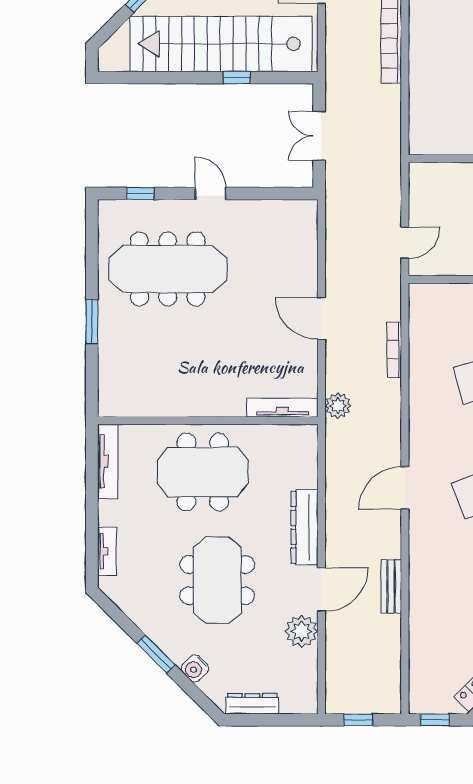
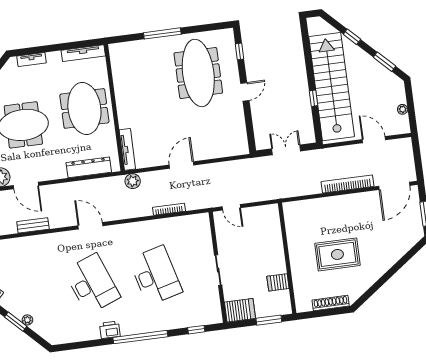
window: (92, 322) -> (162, 33), width x1.44
dresser: (305, 527) -> (89, 167), moved

